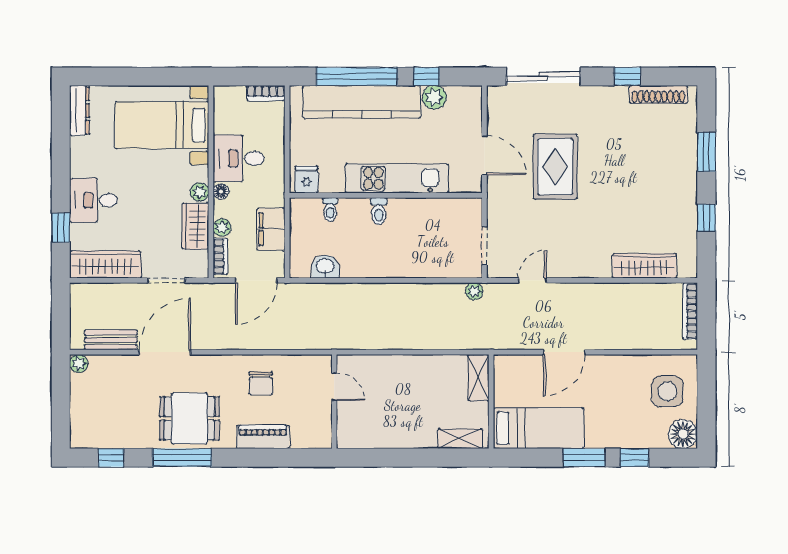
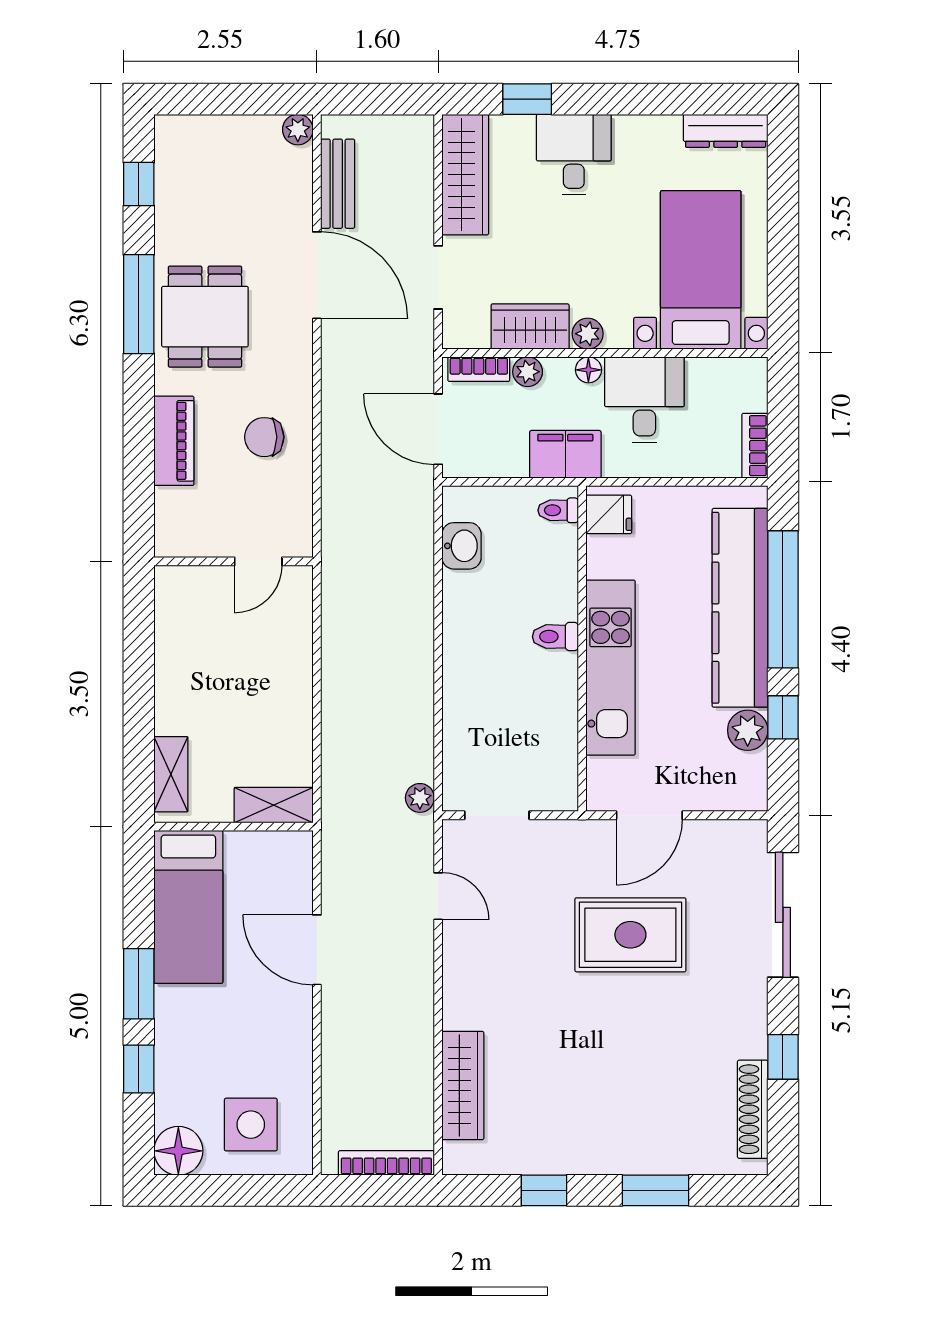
toilet: (330, 209) -> (558, 510), moved
filing cabinet: (271, 229) -> (565, 454), moved

